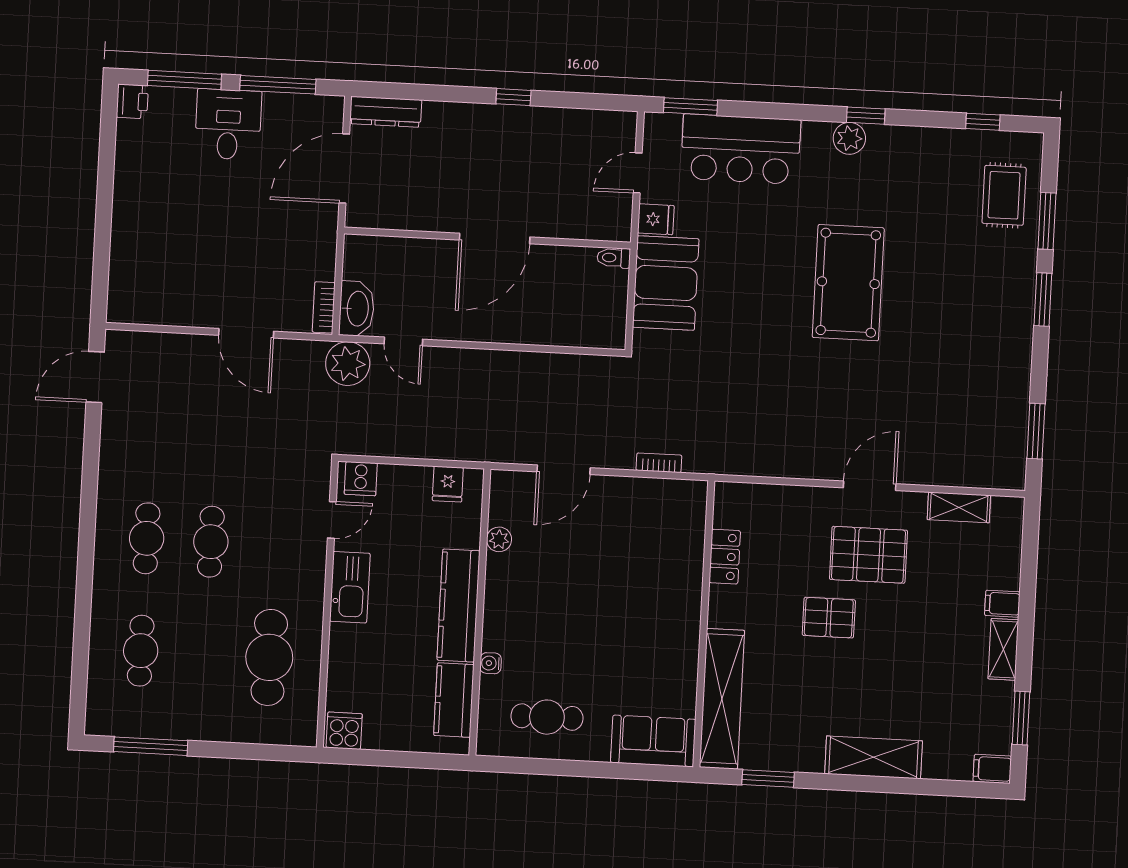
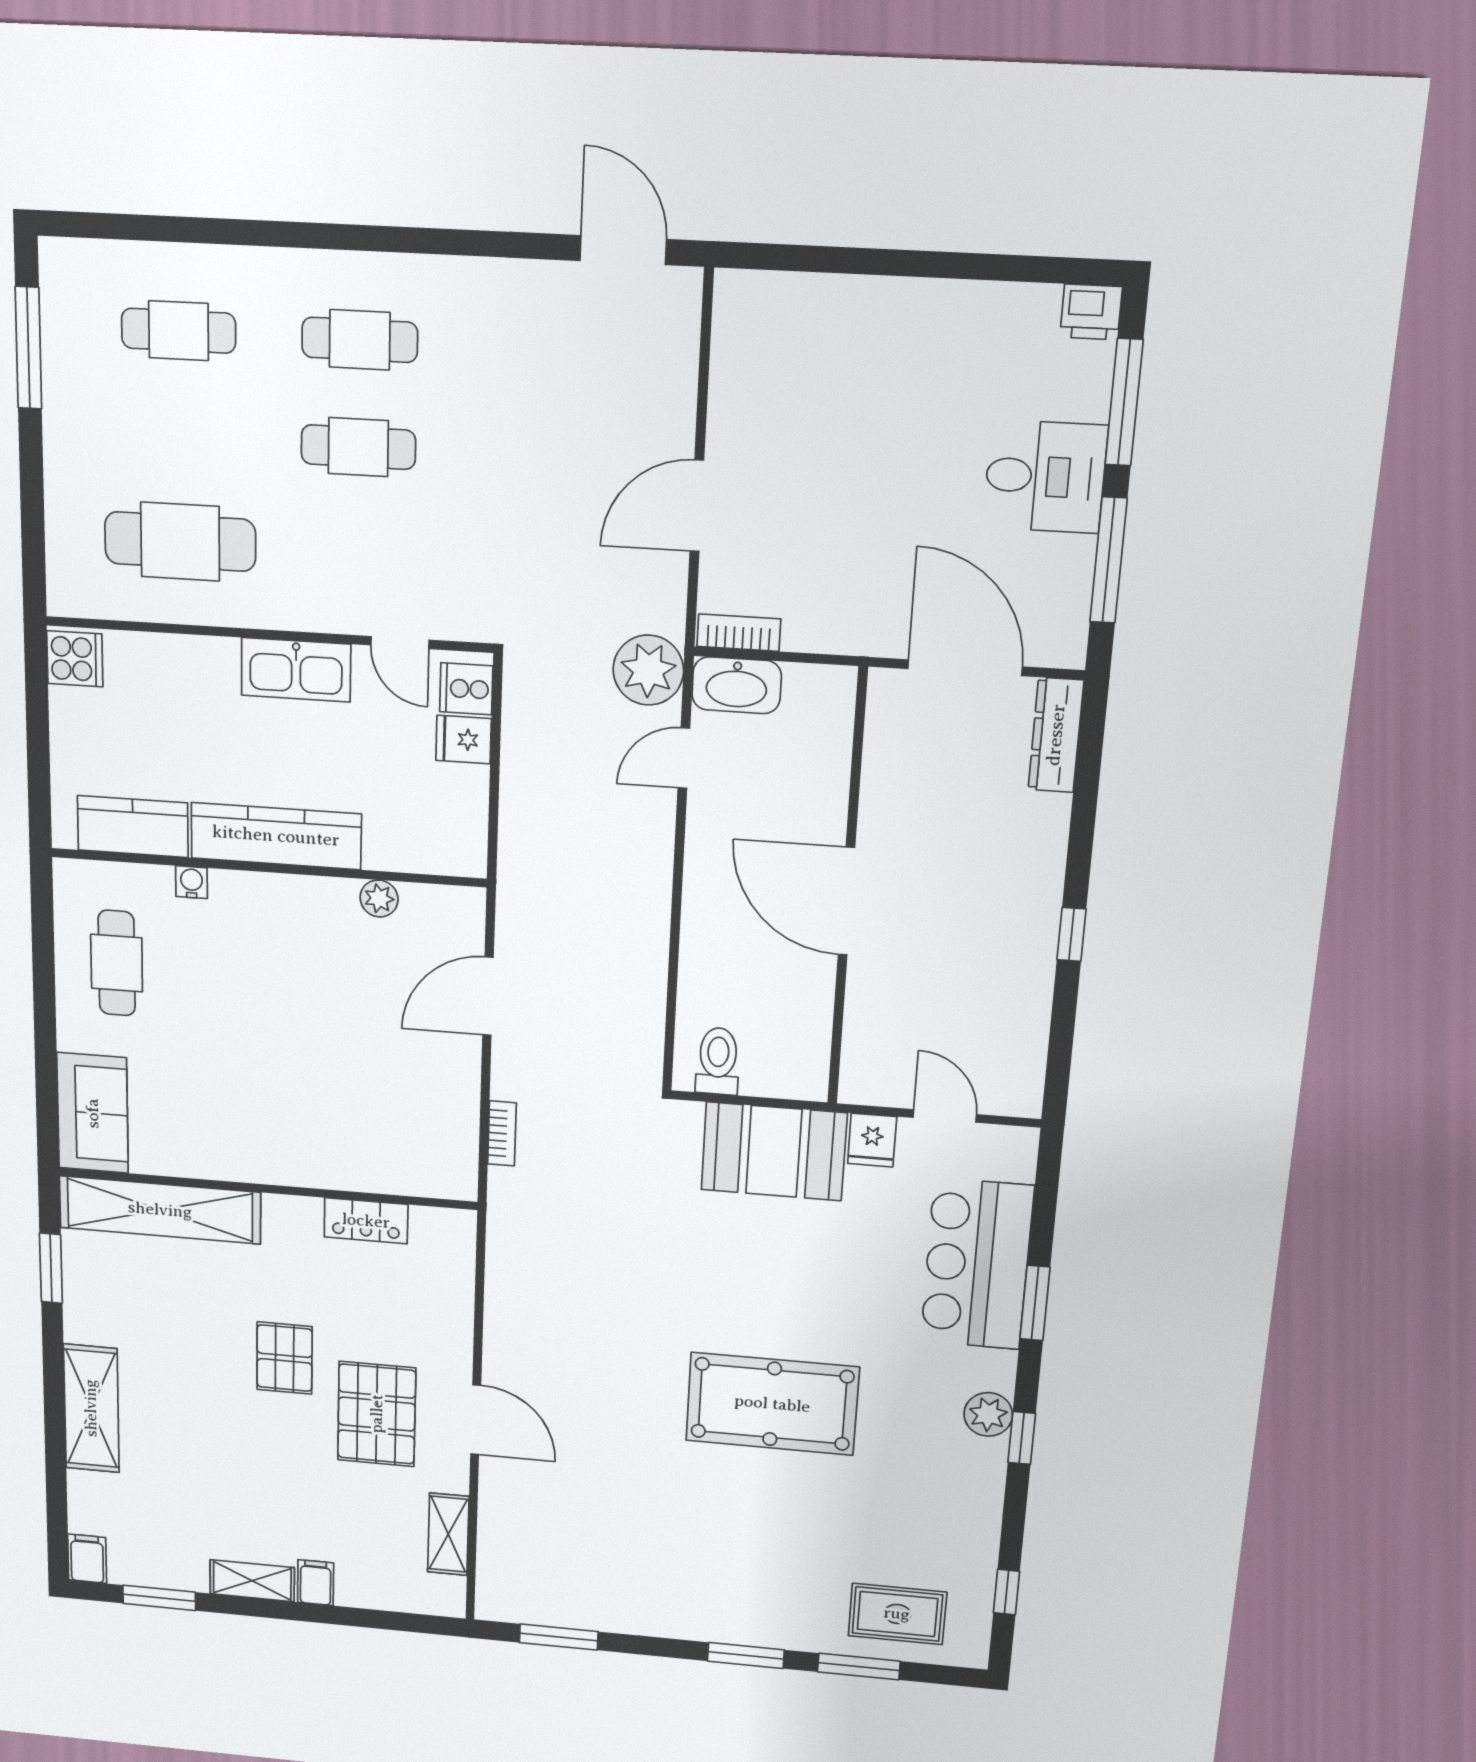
window: (690, 106) -> (1035, 1303), moved
toilet: (614, 258) -> (718, 1061), moved, width x1.37, depth x1.39
door: (564, 470) -> (488, 996), hinge flipped
fridge: (448, 484) -> (464, 740), moved

